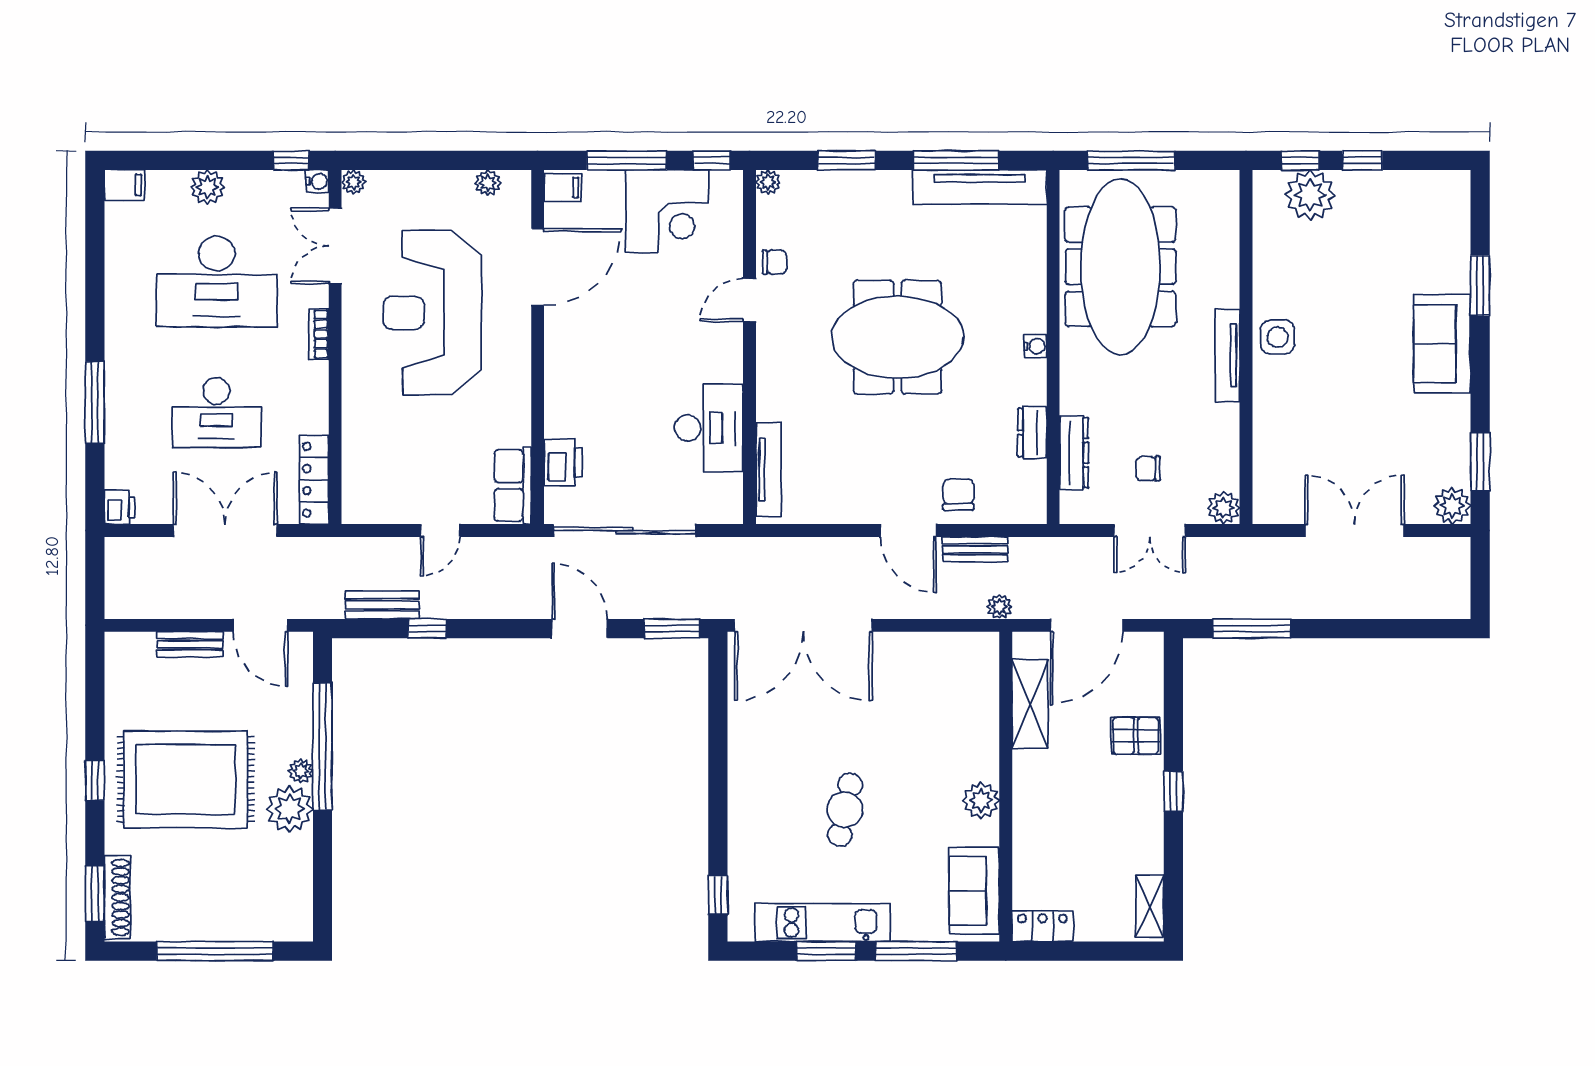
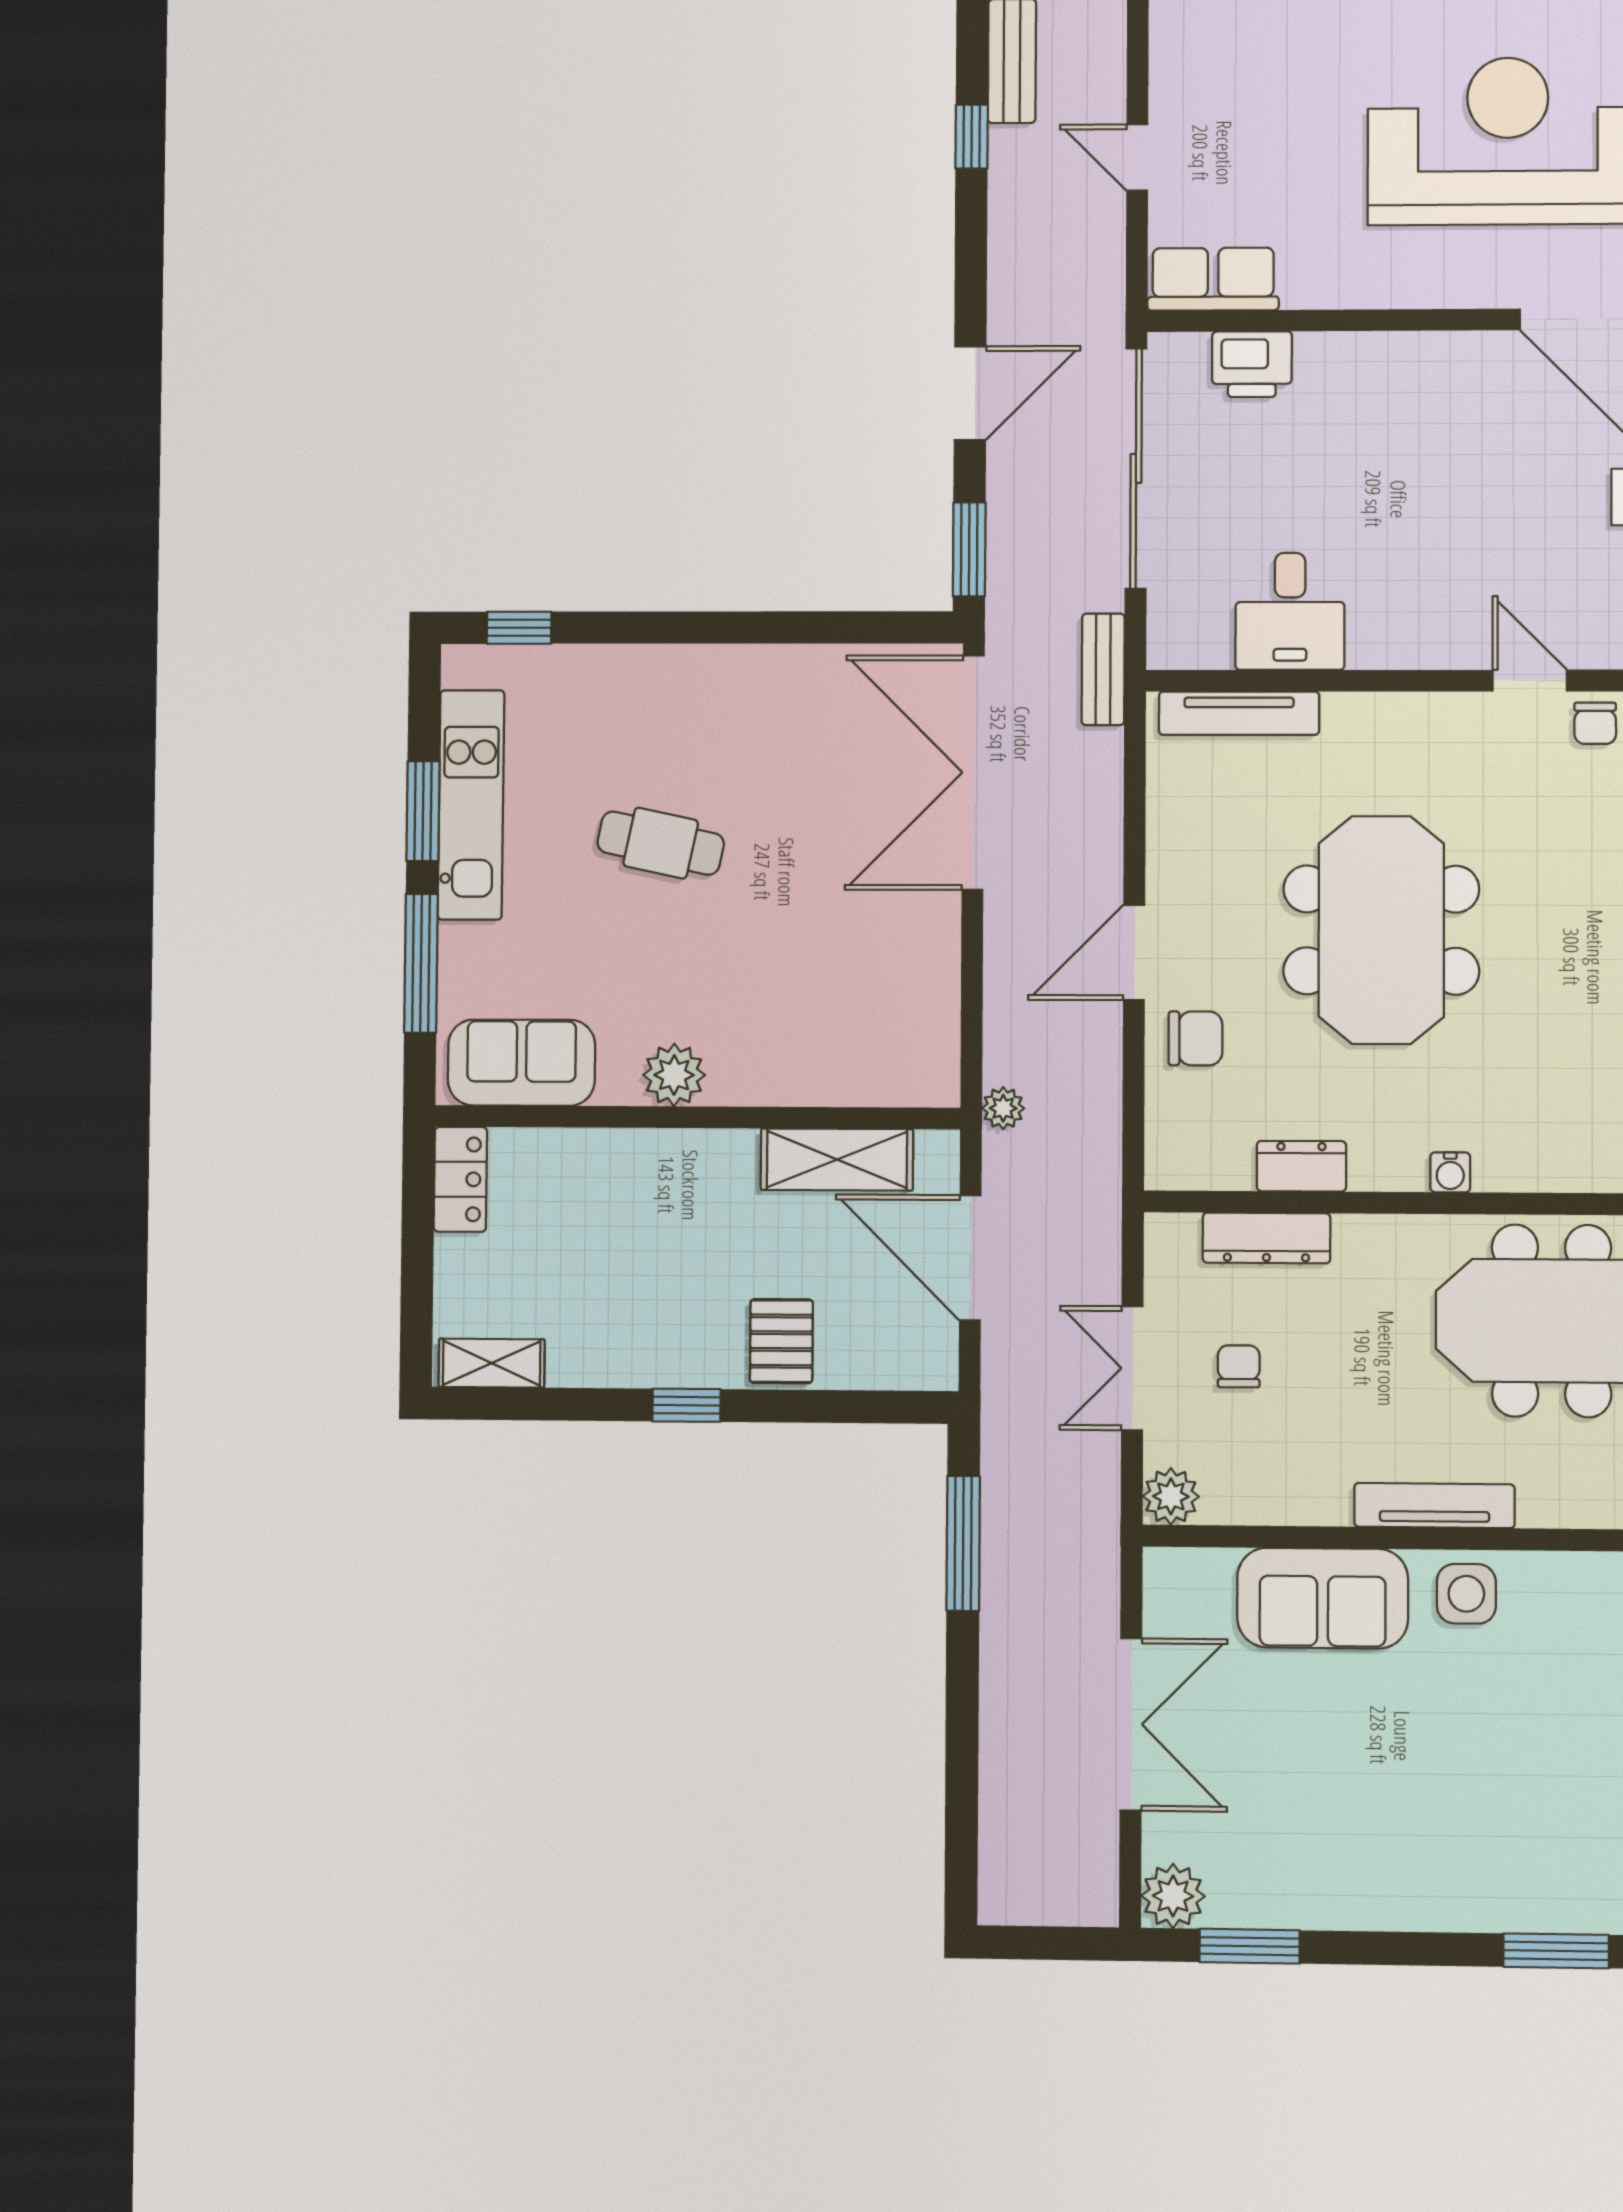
meeting table: (897, 337) -> (1381, 930), moved
sofa: (1442, 344) -> (1323, 1598), moved, turned 180
desk: (709, 428) -> (1290, 611), width x0.73
bench: (975, 549) -> (1103, 669), moved

